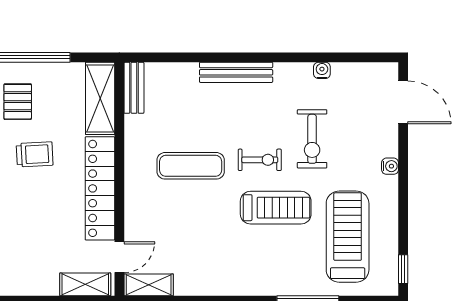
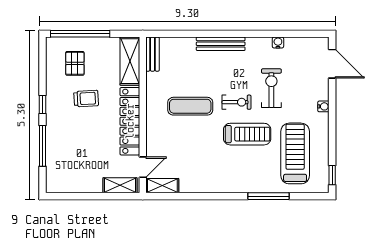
exercise bike: (312, 139) -> (271, 88), turned 180

